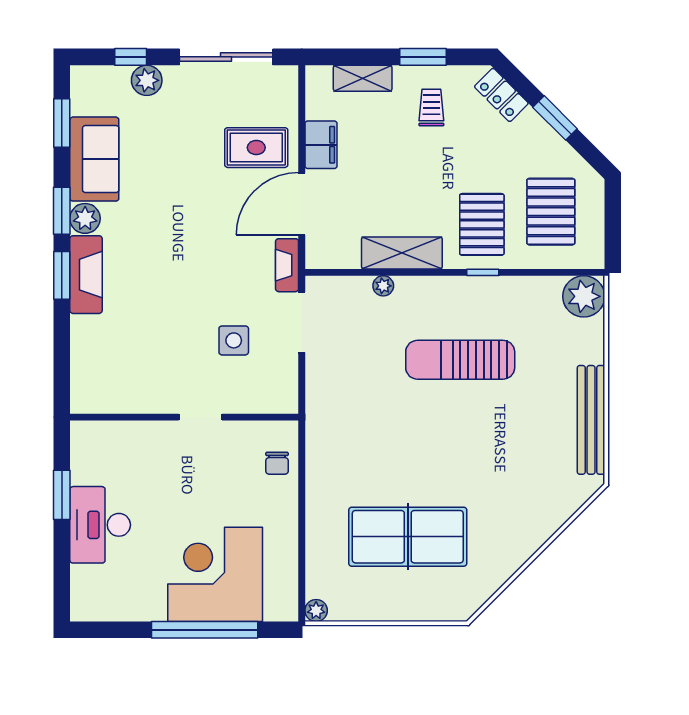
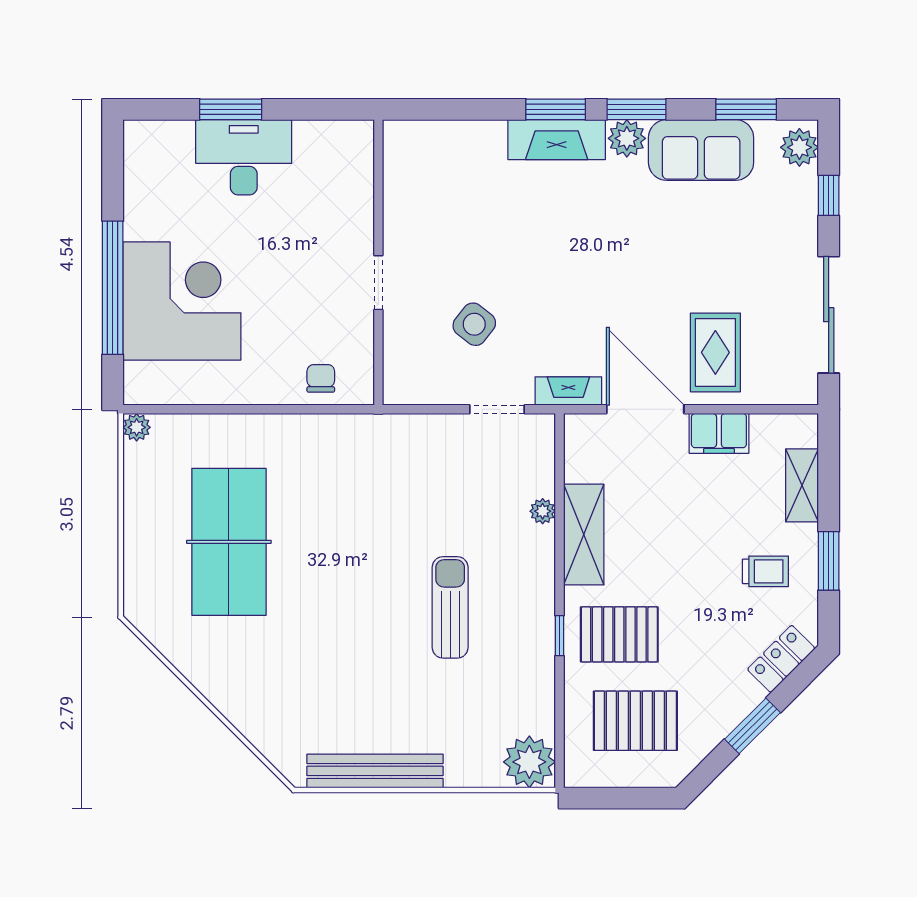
plant: (147, 80) -> (799, 147), moved
doorway: (302, 322) -> (497, 409), width x0.73
side table: (234, 340) -> (474, 324), turned 38
sun lounger: (460, 360) -> (450, 607), width x0.73, depth x0.75
chair: (277, 463) -> (321, 378), turned 90
window: (62, 495) -> (231, 109), moved

